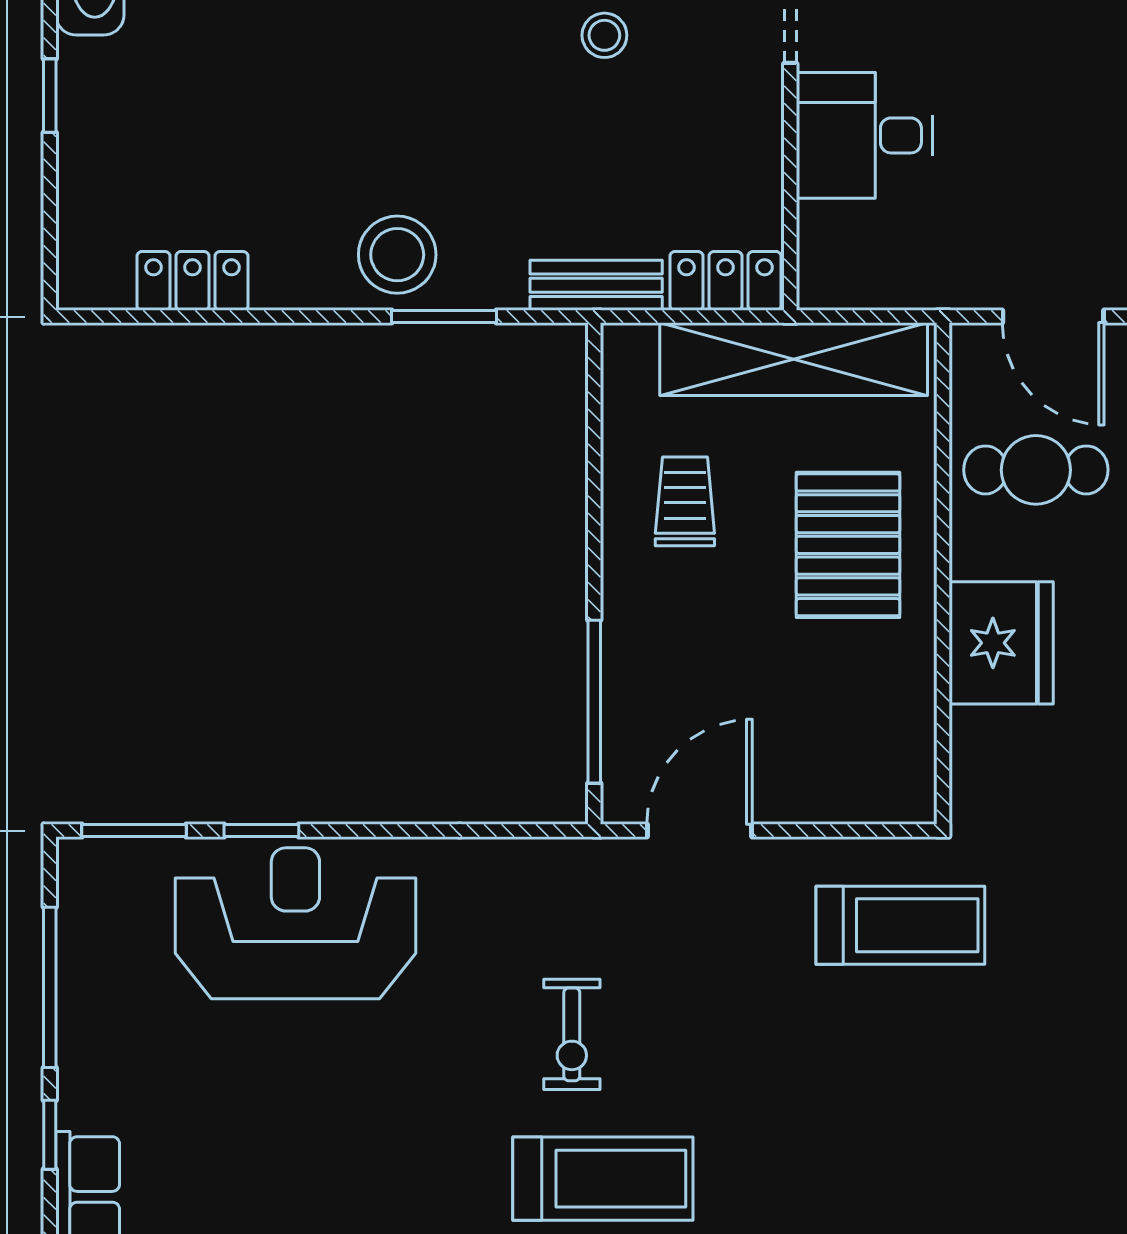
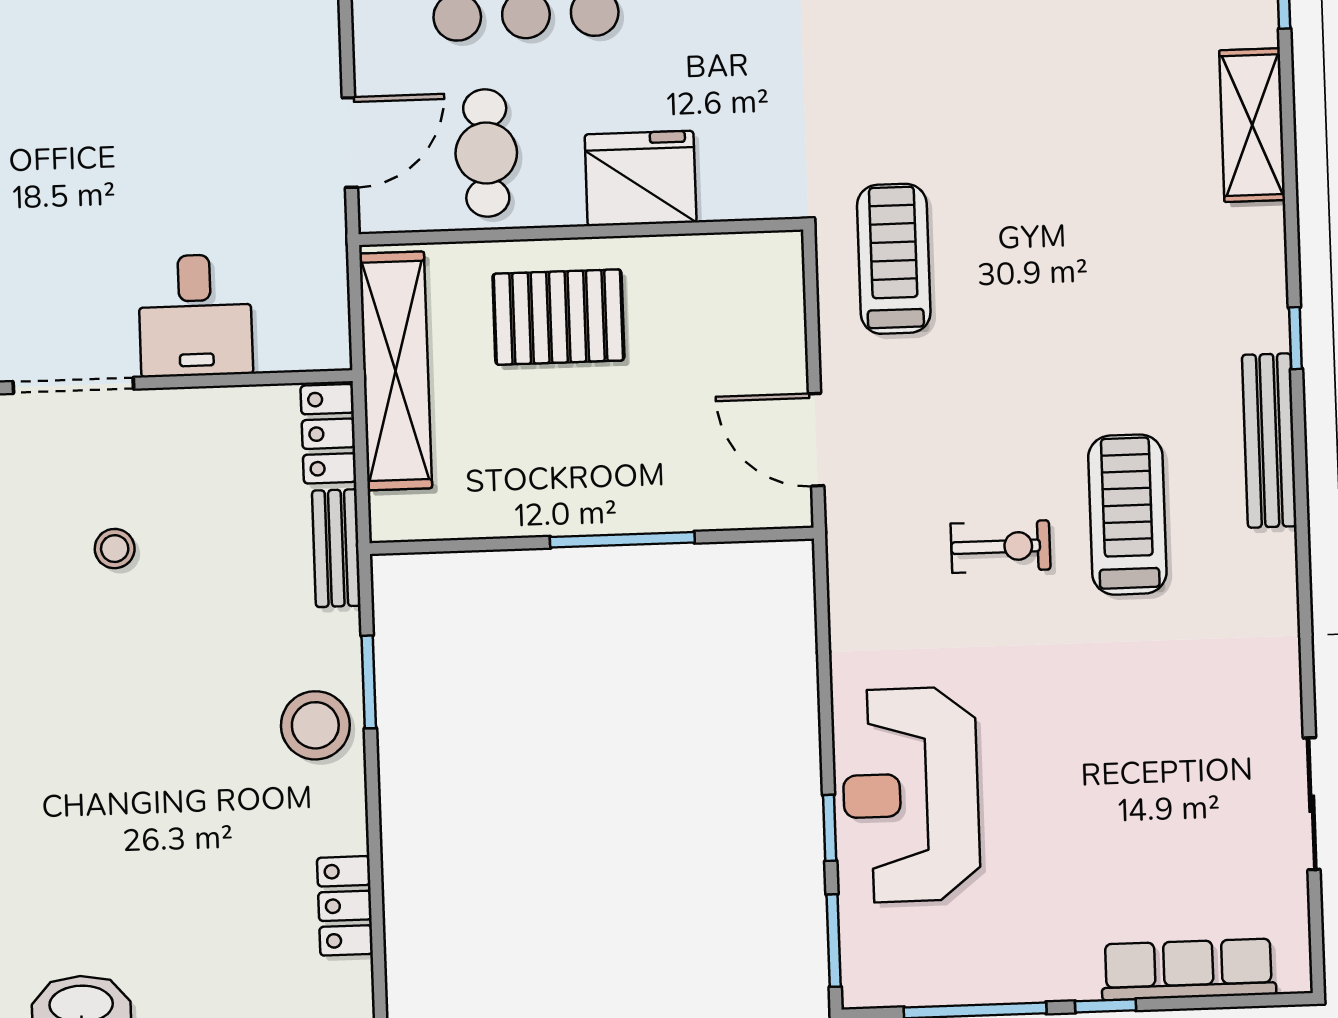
trolley: (685, 501) -> (525, 463), removed
window: (594, 702) -> (622, 540), moved

